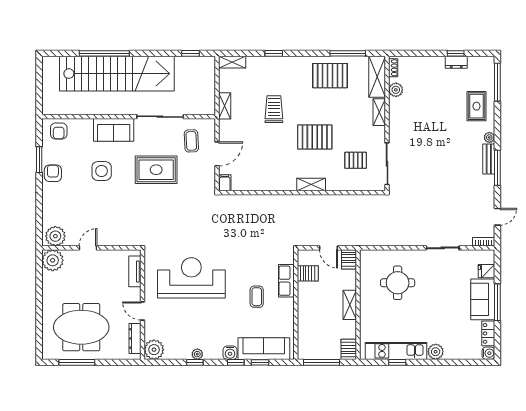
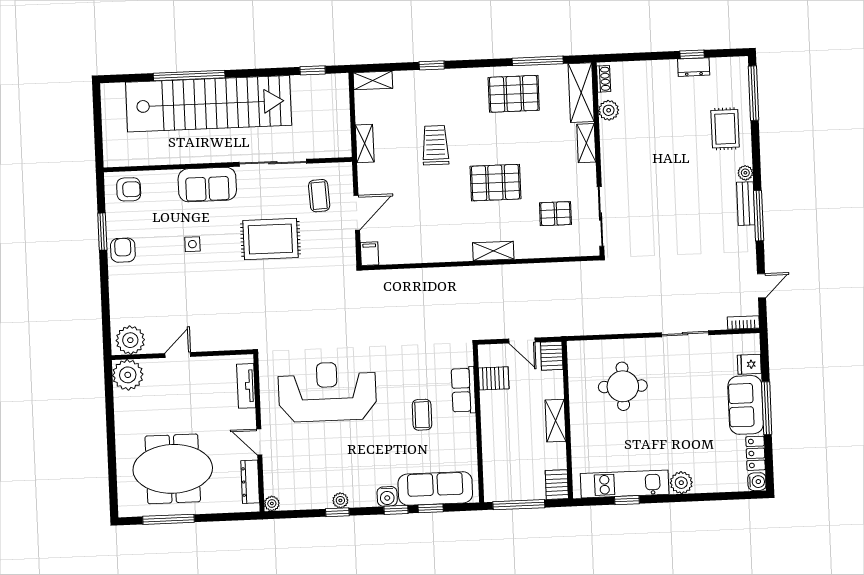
armchair: (59, 131) -> (129, 189), turned -90
side table: (102, 171) -> (192, 244), width x0.54, depth x0.54
plant: (154, 350) -> (272, 503), width x0.53, depth x0.53

